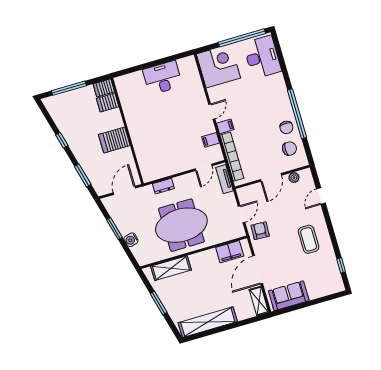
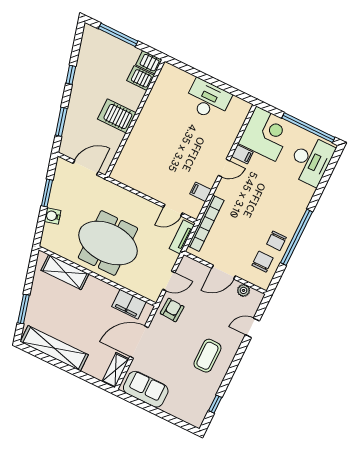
filing cabinet: (225, 126) -> (242, 154), moved
chair: (289, 149) -> (262, 262), turned -90
dresser: (163, 186) -> (123, 195), removed
window: (159, 303) -> (23, 309), moved

